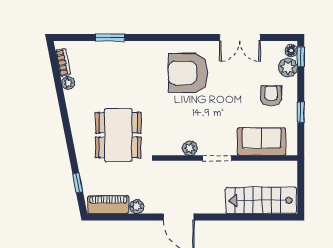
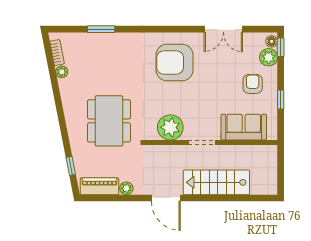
plant: (190, 148) -> (170, 127), width x1.88, depth x1.88
stairs: (261, 200) -> (216, 182), moved

